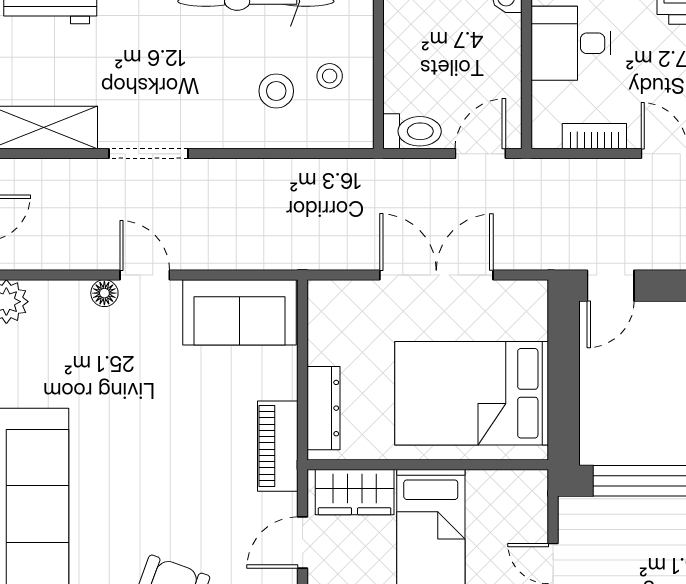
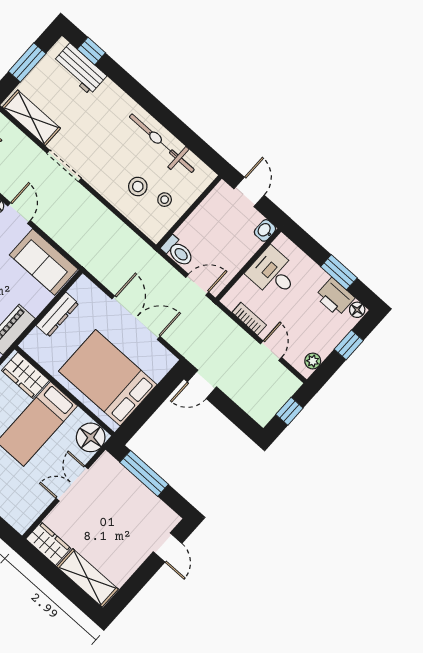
dresser: (323, 408) -> (57, 315), moved
floor lamp: (522, 497) -> (91, 437), added

